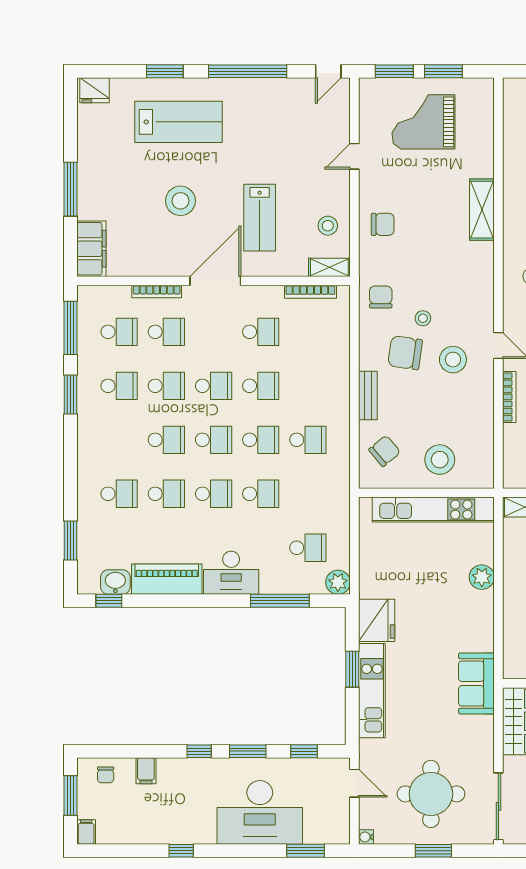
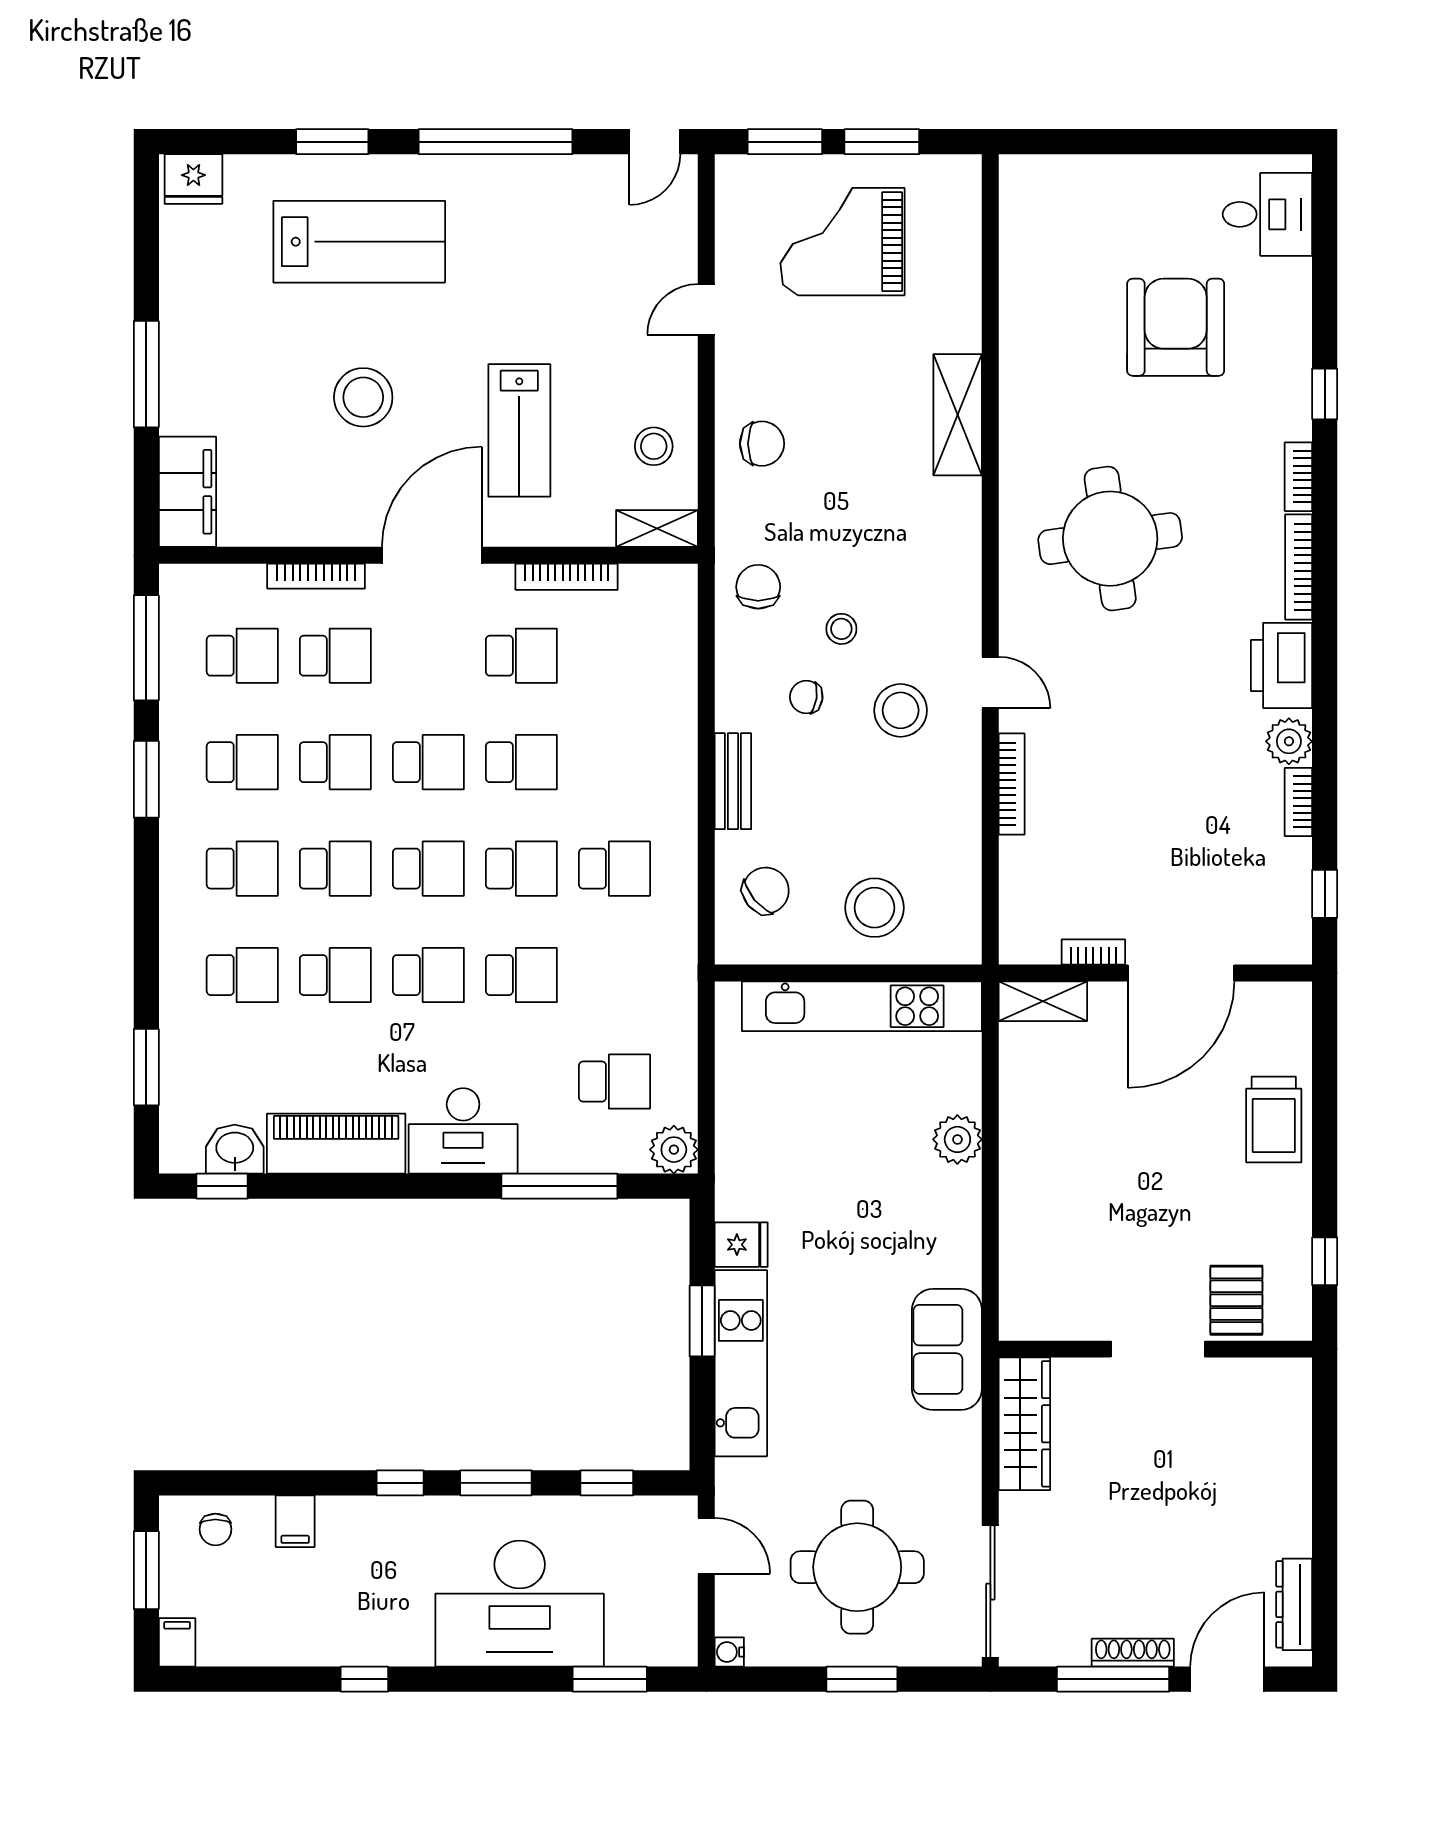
bookcase: (310, 292) -> (567, 577), moved
chair: (405, 353) -> (806, 697), width x0.54, depth x0.54
school desk: (119, 440) -> (242, 869), added
fridge: (377, 620) -> (741, 1245), width x0.53, depth x0.75

